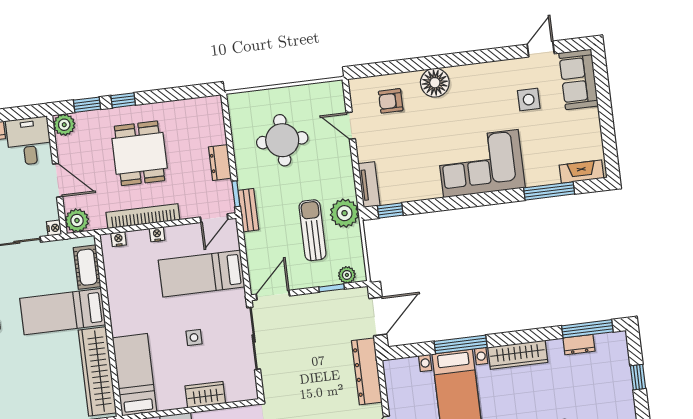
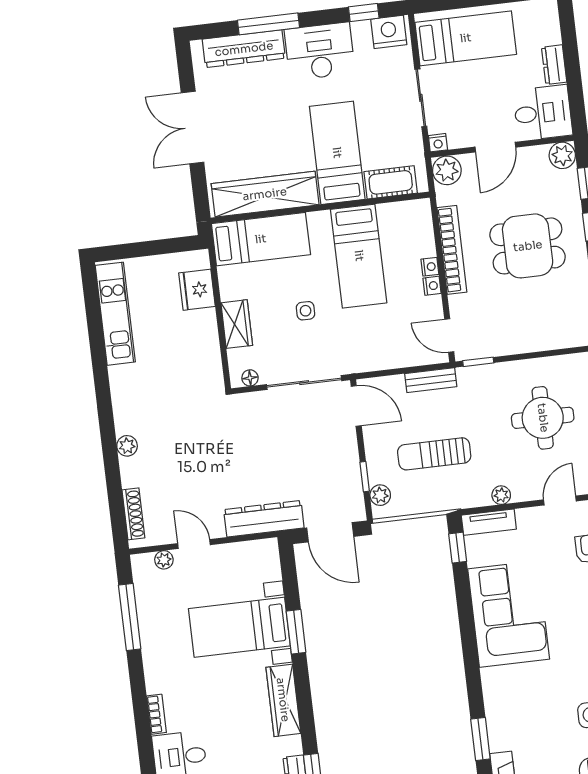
dresser: (220, 163) -> (516, 343), removed
corner sofa: (481, 164) -> (509, 614), moved
window: (549, 191) -> (480, 739), width x0.69
bench: (248, 210) -> (431, 380), moved
plant: (345, 213) -> (501, 495), moved, width x0.53, depth x0.53
sun lounger: (312, 230) -> (434, 454), turned 180
nightstand: (119, 239) -> (432, 286), moved
bed: (202, 274) -> (359, 256), moved, turned 180
window: (461, 344) -> (296, 632), width x0.69
floor lamp: (250, 383) -> (250, 378), added

